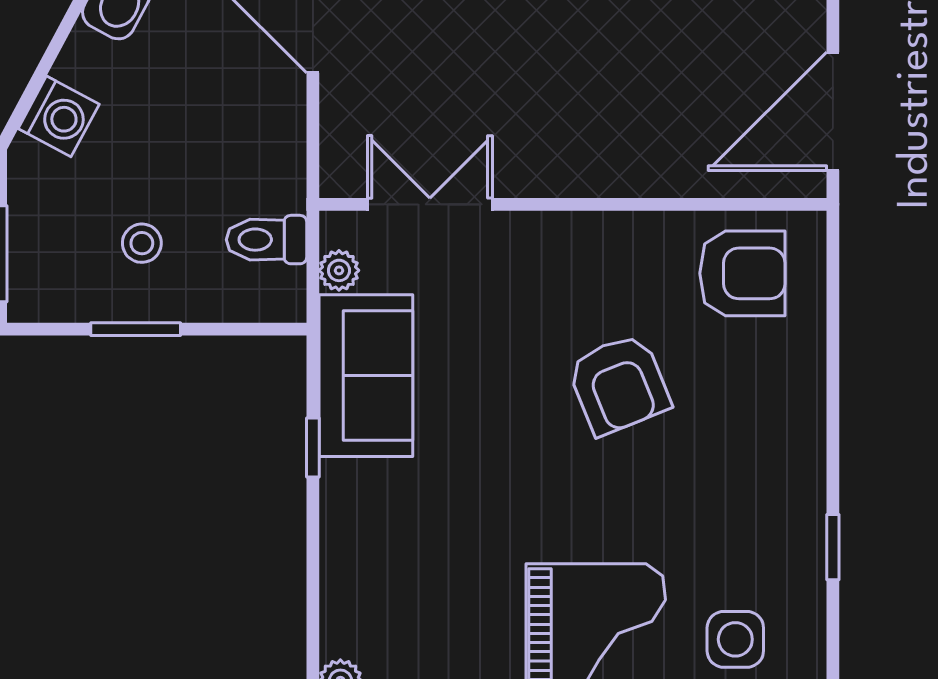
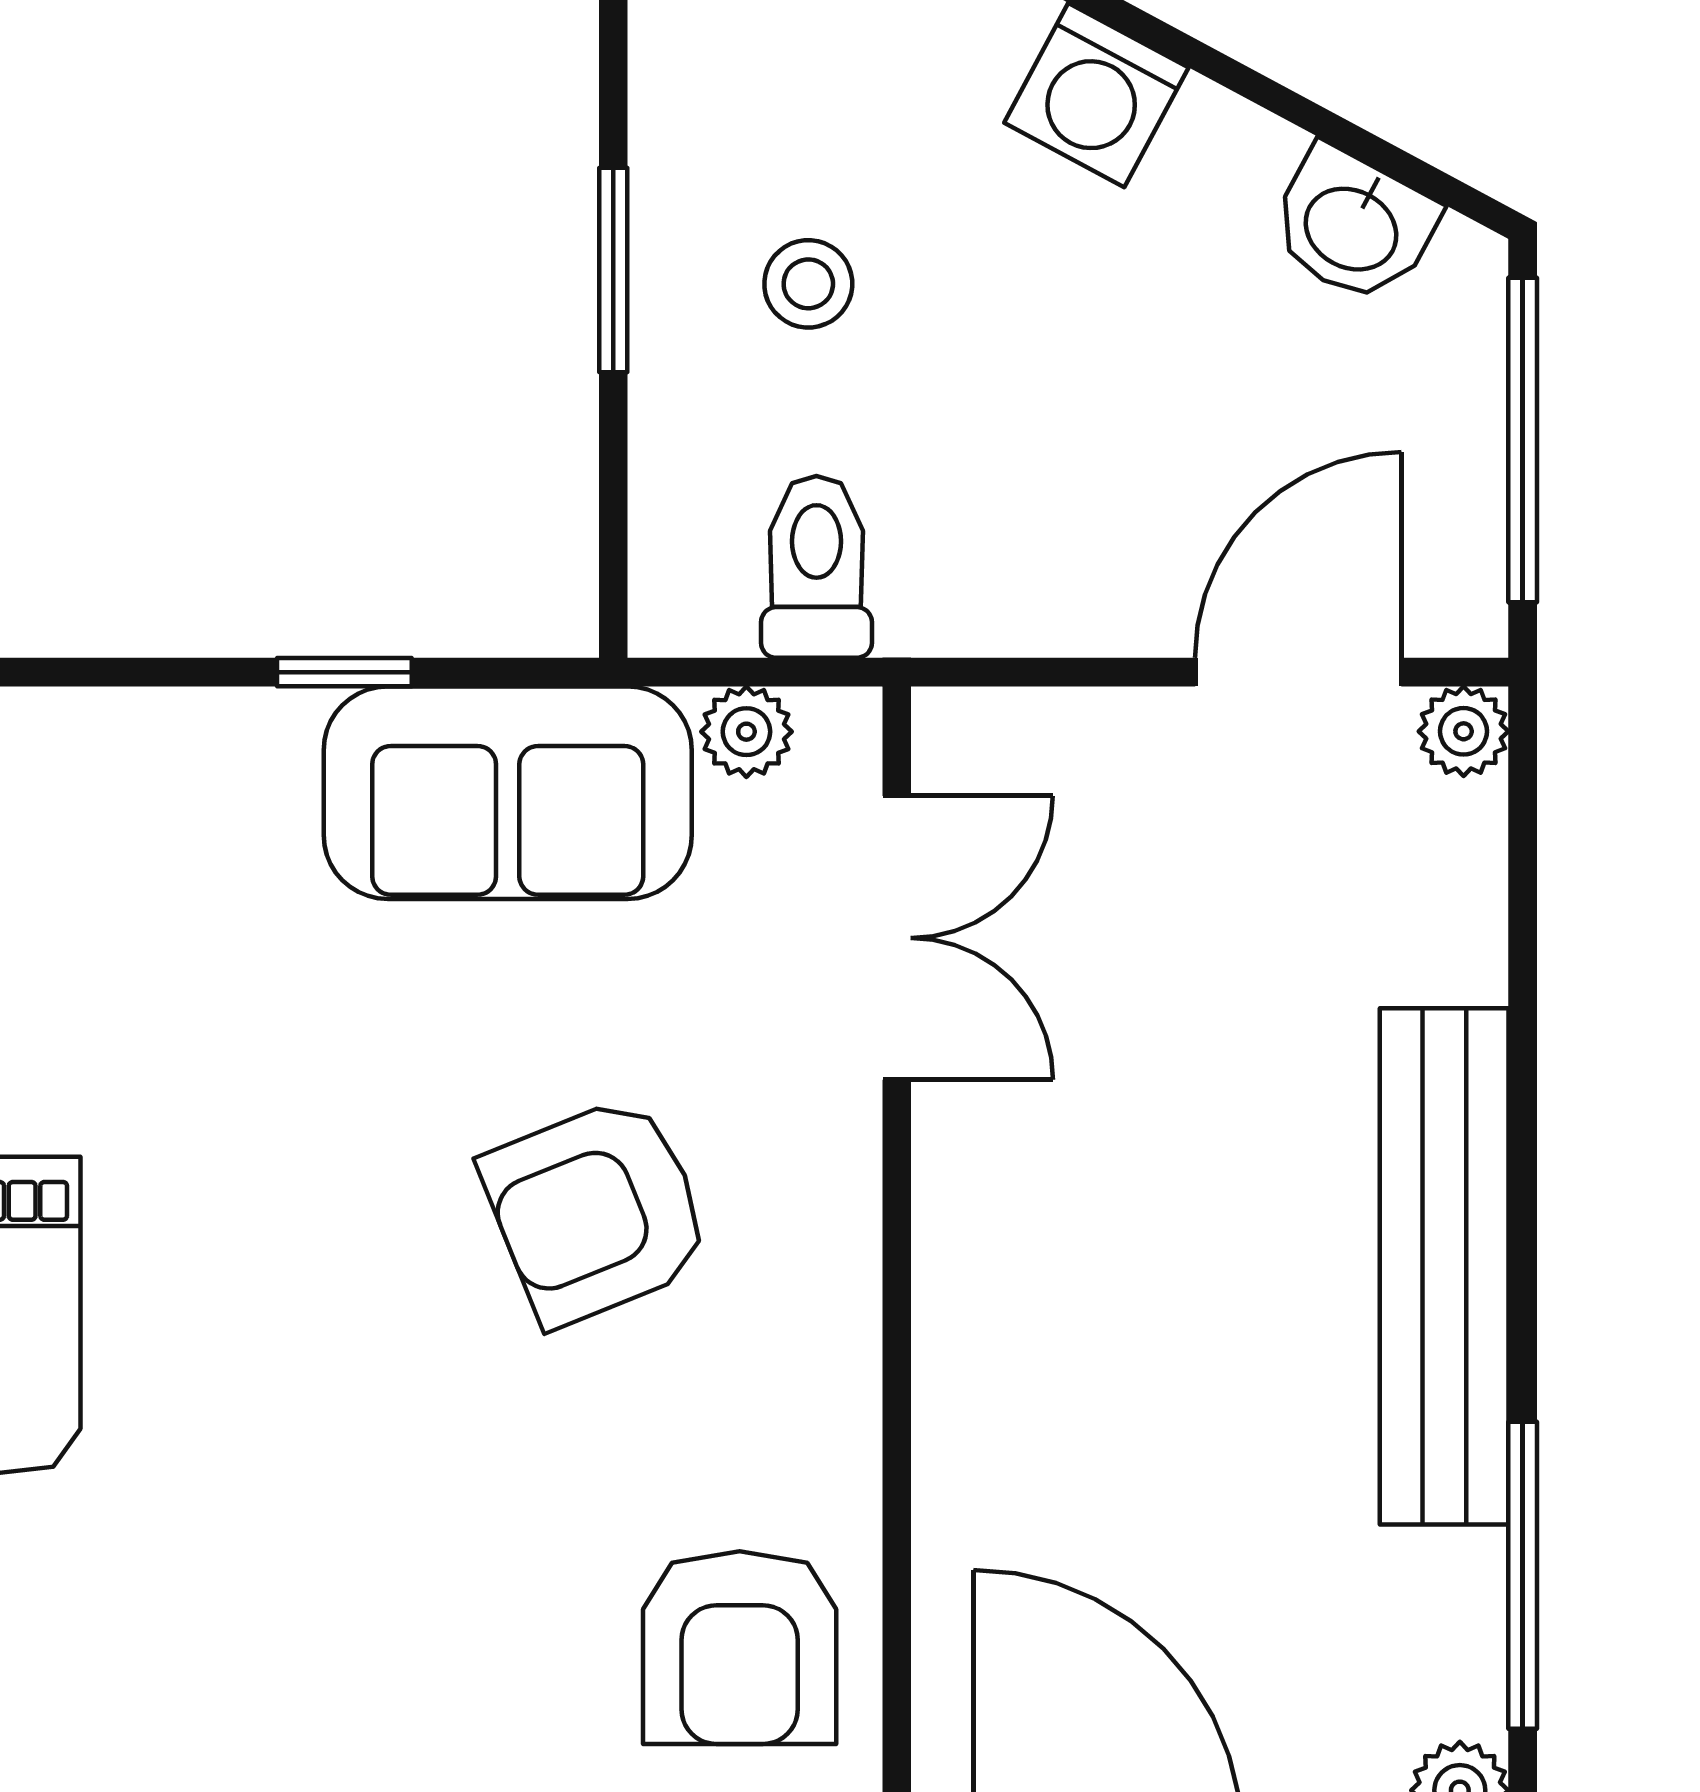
armchair: (619, 384) -> (597, 1211), moved

